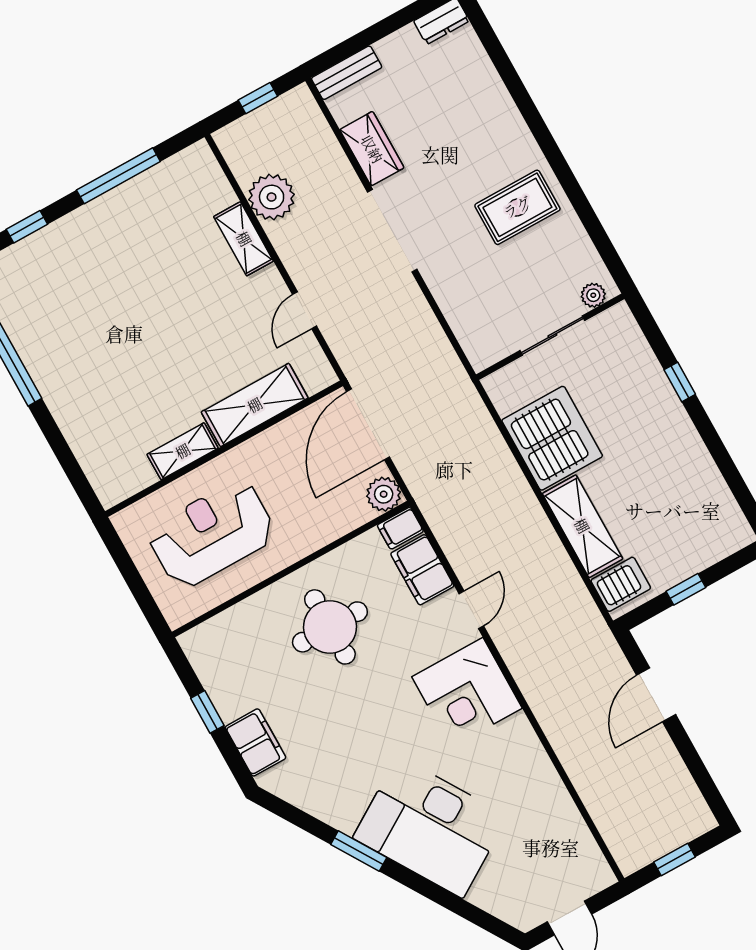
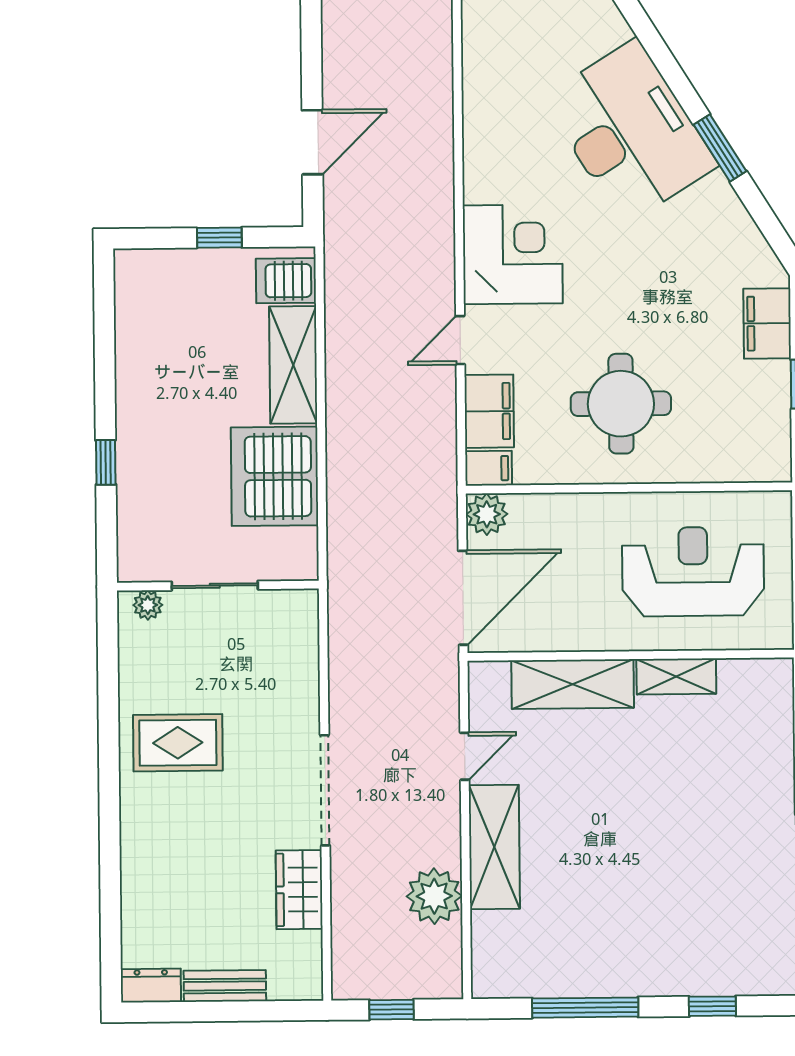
bench: (347, 73) -> (225, 986), moved
shelving: (244, 239) -> (494, 847), width x1.50, depth x1.33
reception desk: (212, 534) -> (693, 572), turned 180

